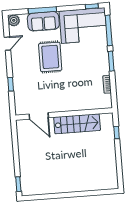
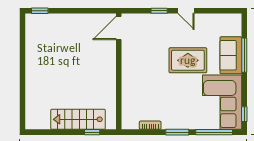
plant: (14, 20) -> (235, 20), removed
door: (7, 44) -> (186, 11), moved
door: (39, 116) -> (119, 28), moved
stairs: (77, 124) -> (78, 119), moved, turned 90

